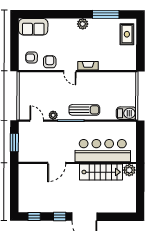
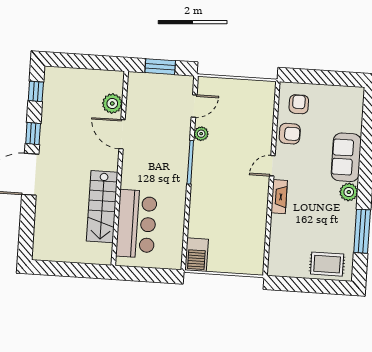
sofa: (33, 27) -> (346, 157), moved
sun lounger: (84, 110) -> (207, 186), removed
bar counter: (103, 151) -> (136, 224), width x0.73
plant: (129, 170) -> (112, 103), moved

